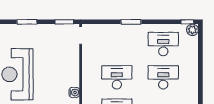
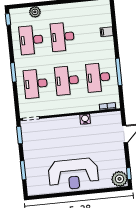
plant: (192, 30) -> (35, 12), moved
desk: (117, 44) -> (36, 84), added

